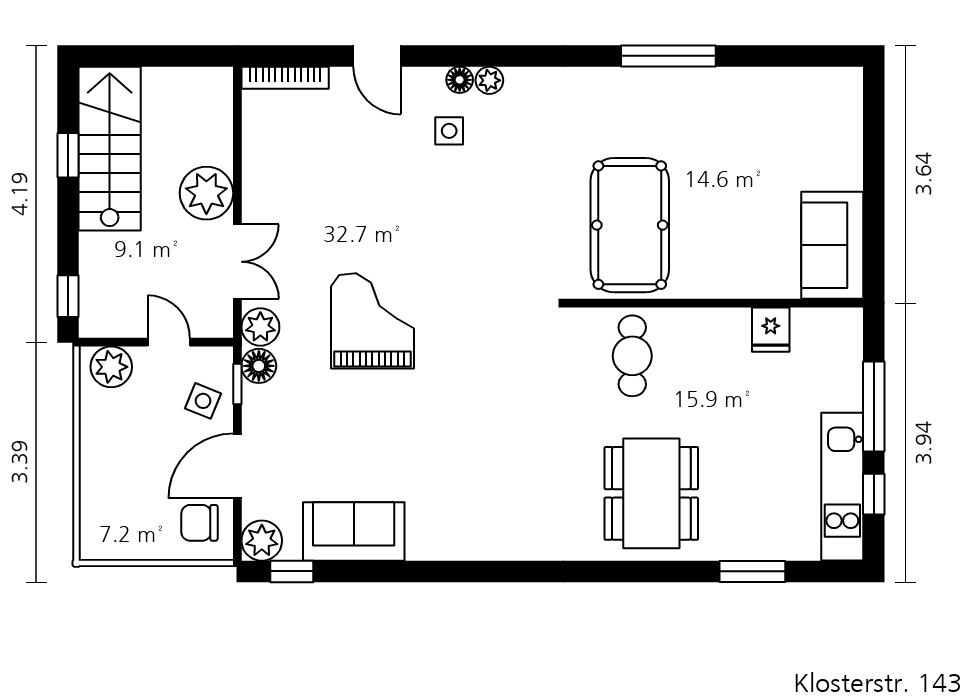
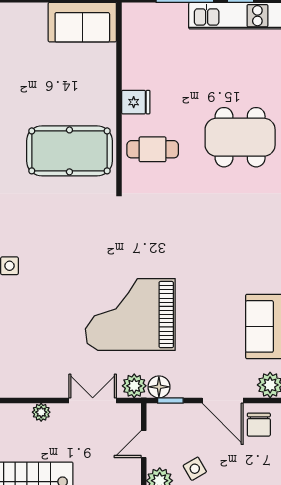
plant: (206, 193) -> (41, 412), width x0.53, depth x0.53
grand piano: (372, 321) -> (130, 315), width x1.37, depth x1.48
fridge: (771, 330) -> (136, 102), moved
side table: (203, 401) -> (195, 469), moved, turned 38

